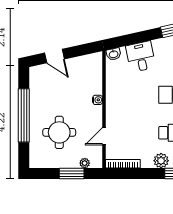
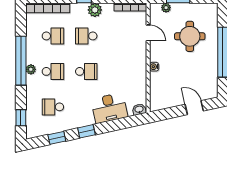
desk: (141, 57) -> (109, 108), width x1.37
door: (104, 136) -> (148, 33), hinge flipped

